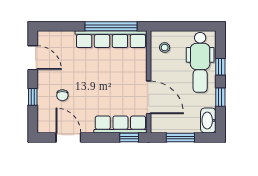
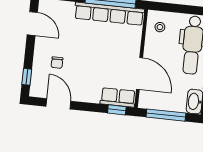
window: (33, 97) -> (27, 77), moved
row of seats: (120, 125) -> (118, 97), width x0.68
window: (180, 137) -> (166, 115), width x1.44

